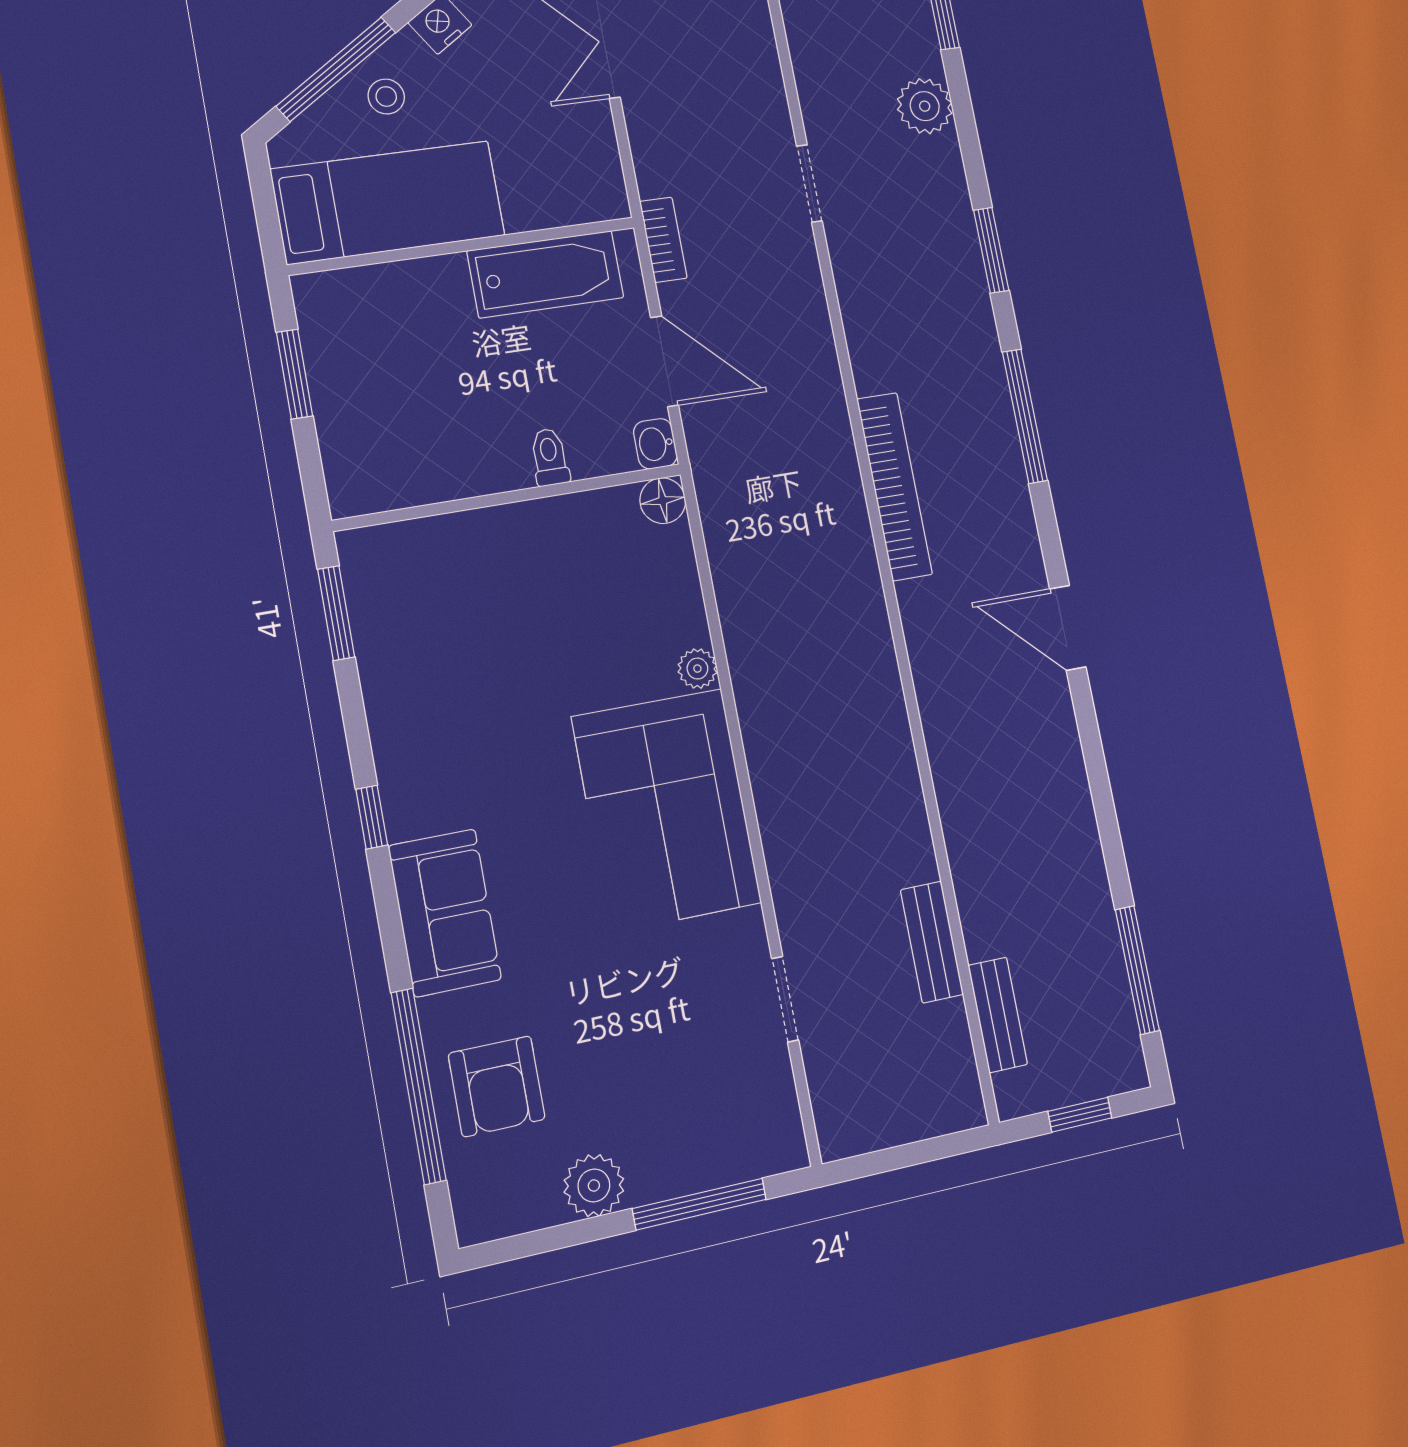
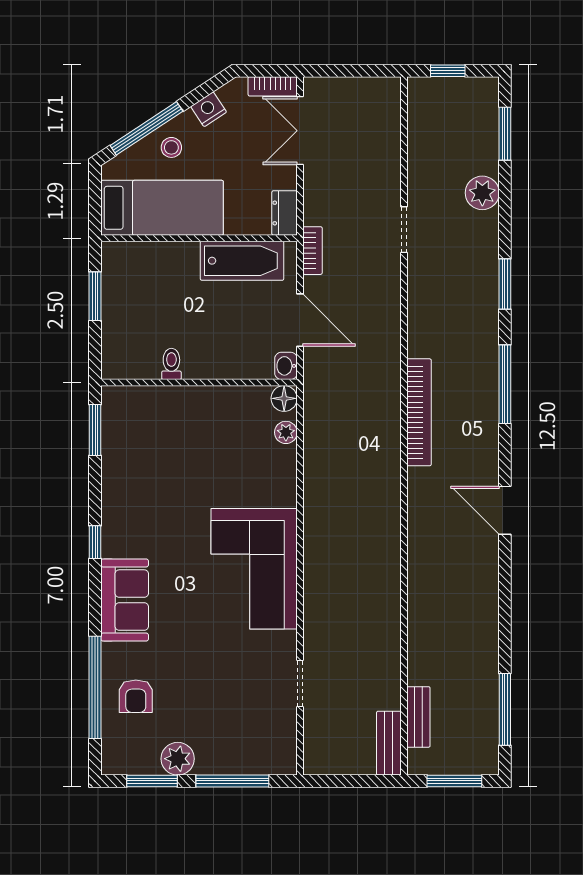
dresser: (604, 183) -> (285, 213), added
toilet: (550, 457) -> (171, 364), moved
plant: (697, 669) -> (286, 432), moved
bench: (932, 942) -> (389, 743), moved
armchair: (497, 1086) -> (136, 696), width x0.72, depth x0.72
window: (1080, 1115) -> (454, 781), width x1.50
window: (555, 1238) -> (152, 781), added

